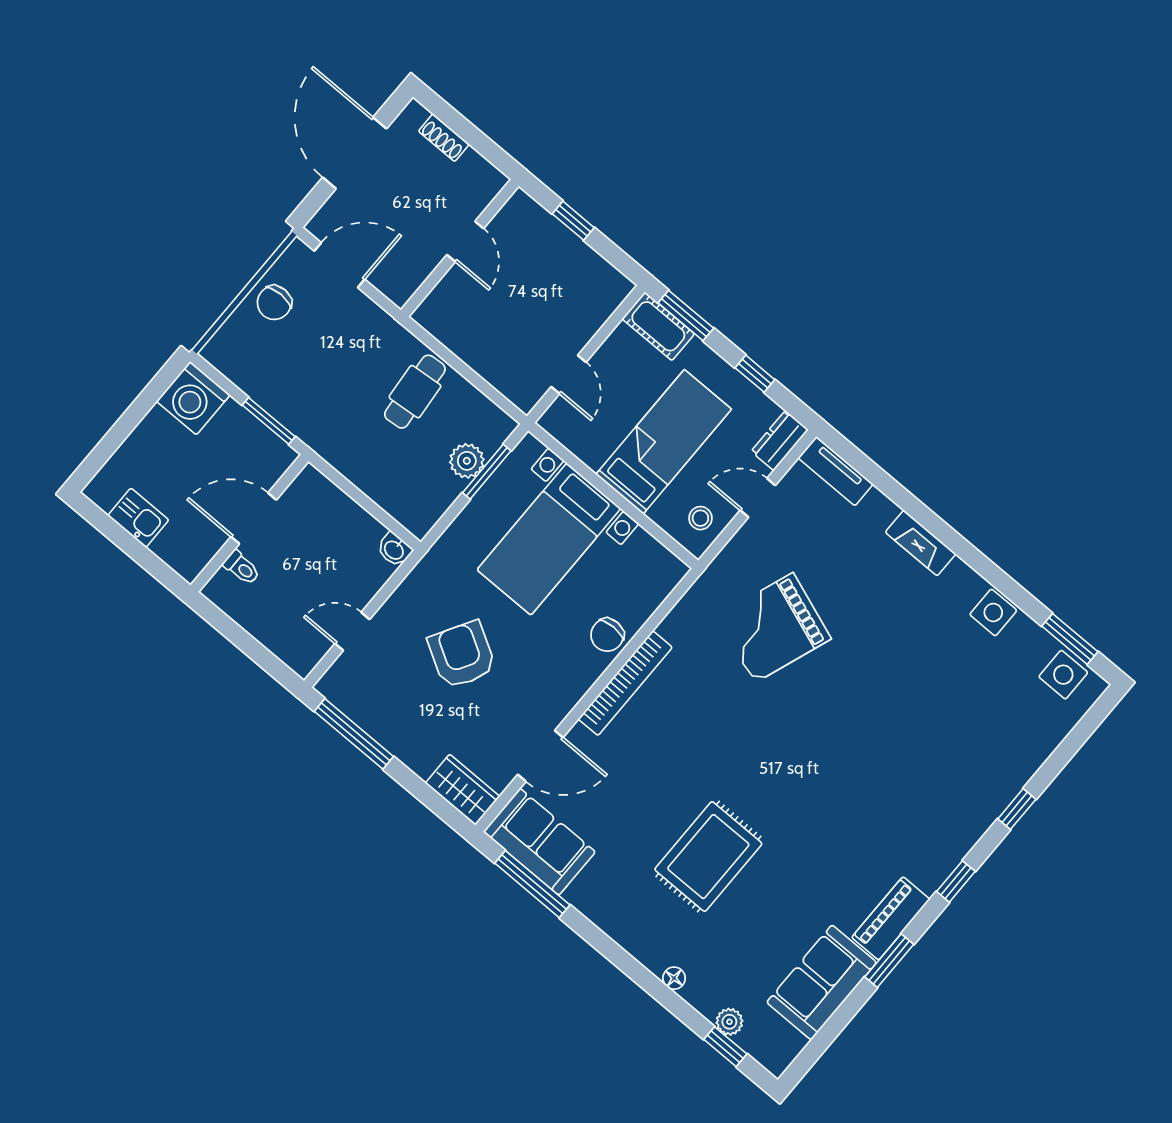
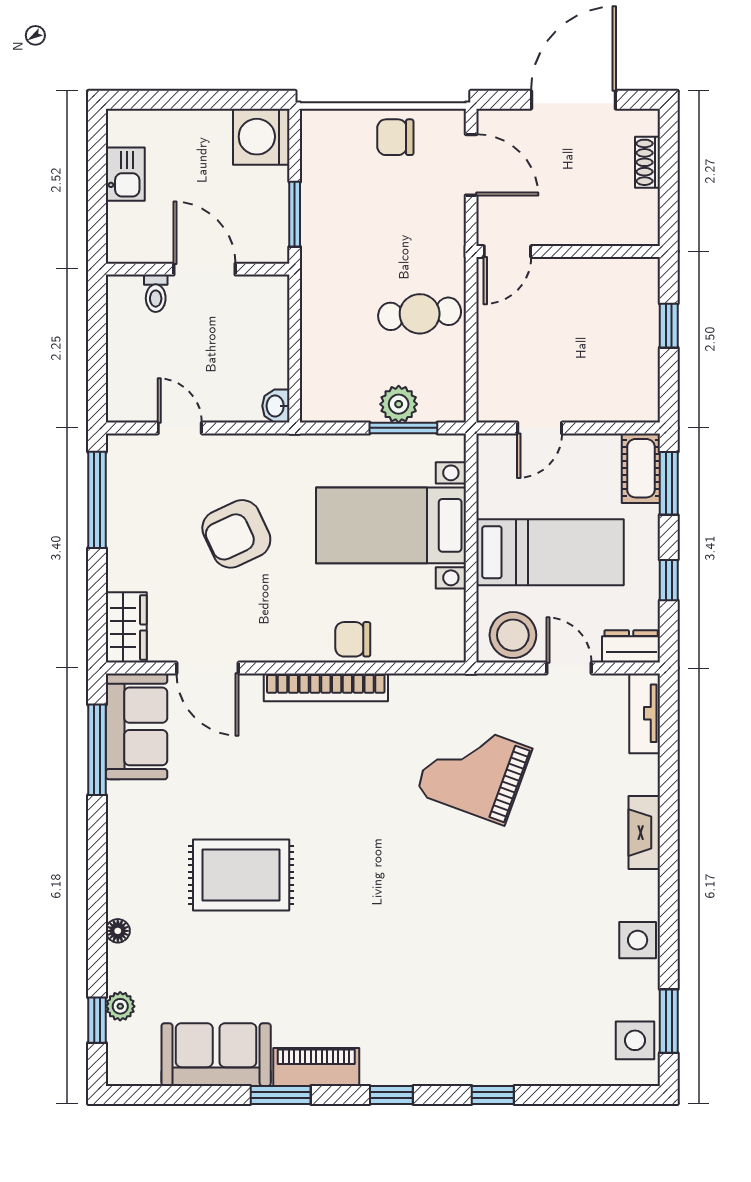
door: (465, 242) -> (507, 251), moved
stool: (700, 518) -> (513, 635), width x1.89, depth x1.89
armchair: (462, 655) -> (236, 534), turned -145

